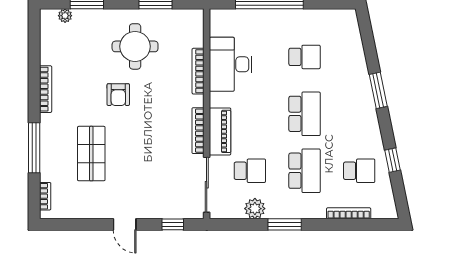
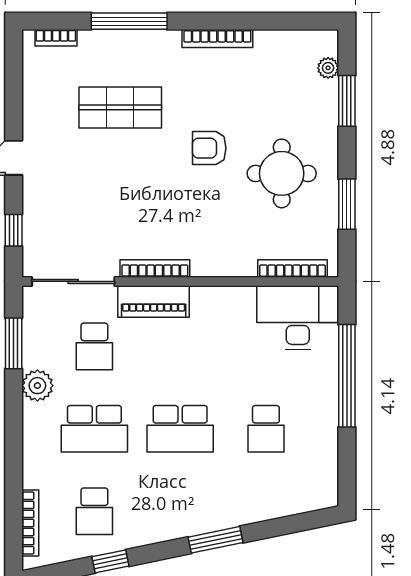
desk: (231, 64) -> (298, 318), moved
bookcase: (198, 71) -> (292, 268), moved
plant: (255, 209) -> (37, 386), moved
bookcase: (349, 213) -> (30, 523), moved
window: (285, 224) -> (14, 343), moved

